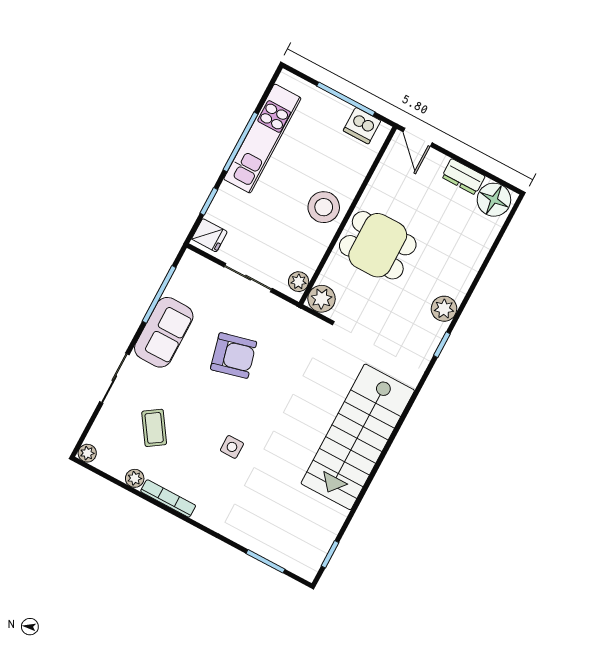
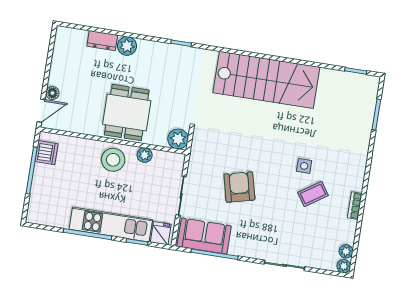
kitchen unit: (262, 139) -> (111, 225), moved
dresser: (463, 177) -> (102, 41), moved, turned 90
floor lamp: (494, 200) -> (52, 93), moved, width x0.53, depth x0.53
plant: (299, 282) -> (145, 155), moved
plant: (444, 309) -> (127, 46), moved
sofa: (164, 332) -> (204, 236), moved
coffee table: (154, 428) -> (313, 194), moved
plant: (135, 478) -> (346, 251), moved
bookcase: (168, 498) -> (355, 206), width x0.64

